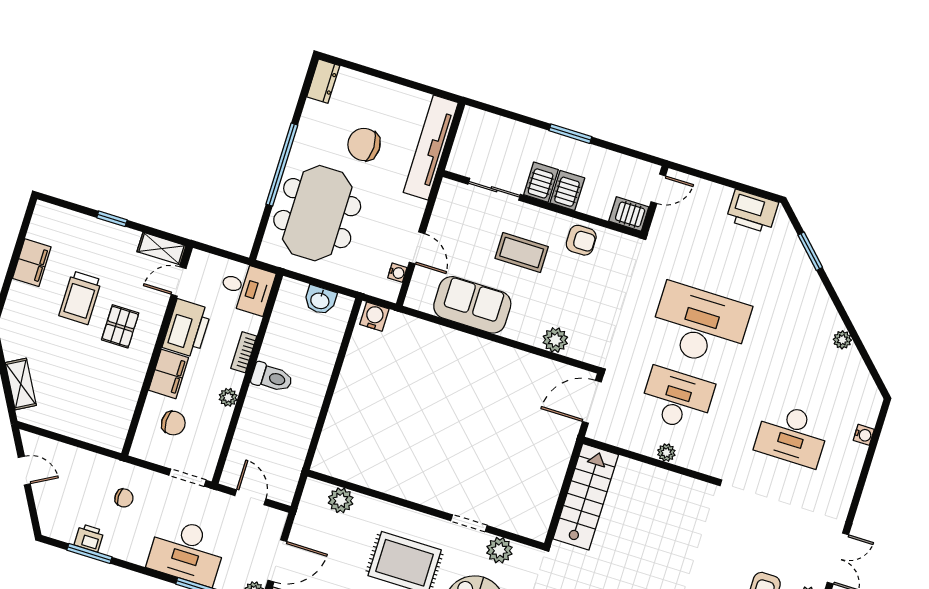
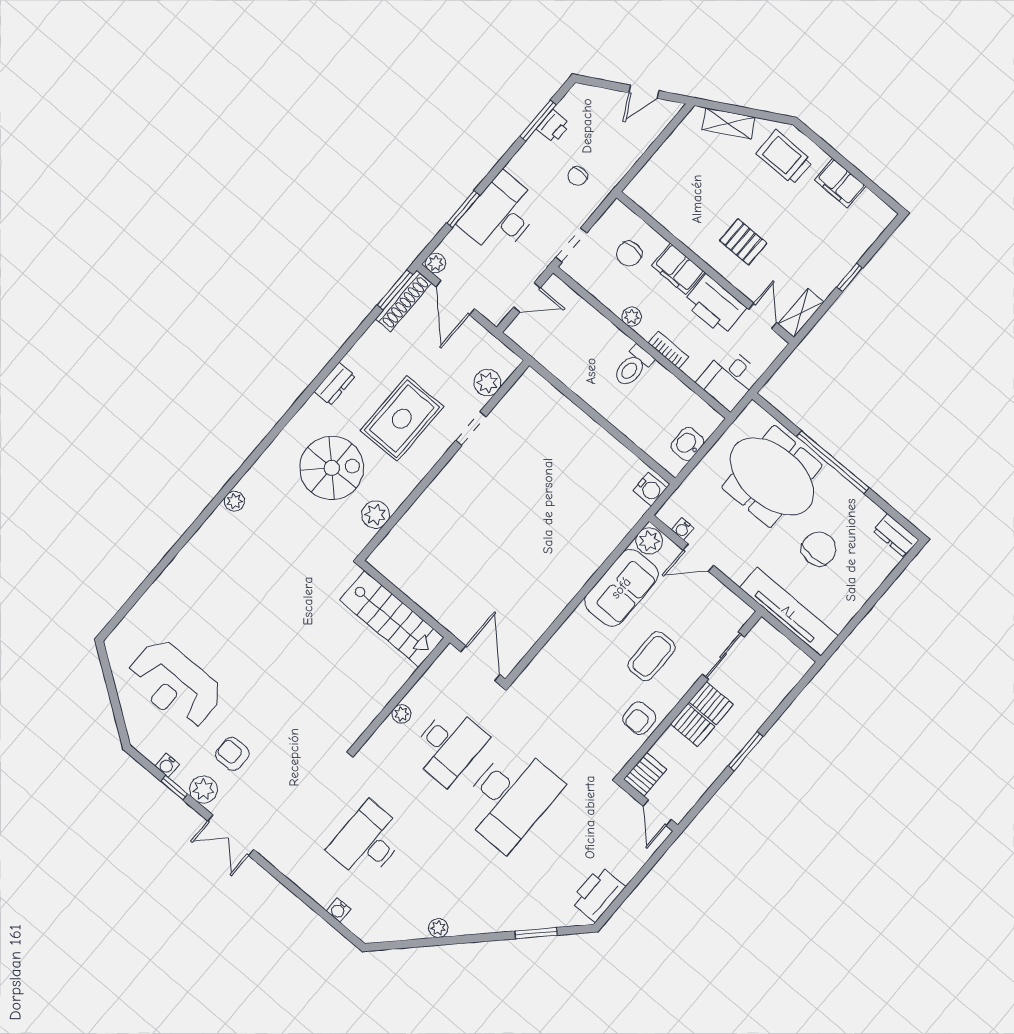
trolley: (80, 298) -> (784, 157), moved
plant: (555, 340) -> (649, 541), moved
doorway: (469, 523) -> (471, 429), moved

